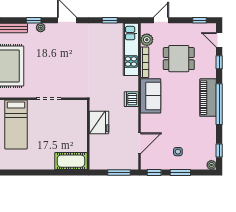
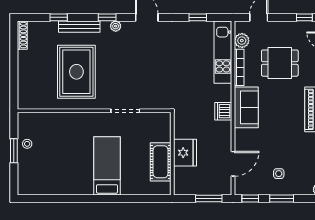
fridge: (99, 122) -> (185, 153), moved
bed: (16, 124) -> (107, 166), moved, turned 180
cot: (71, 161) -> (161, 162), moved, turned 90

